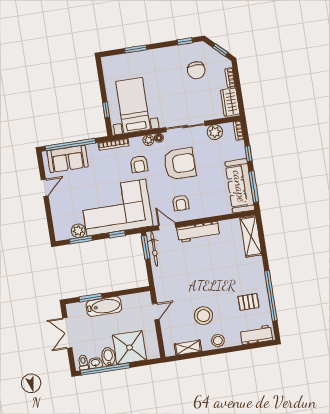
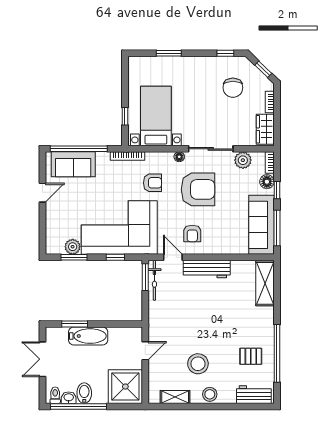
plant: (148, 140) -> (167, 158), removed
floor lamp: (239, 148) -> (267, 182), added
armchair: (139, 164) -> (152, 183), turned -90
shower: (130, 348) -> (125, 387), moved

